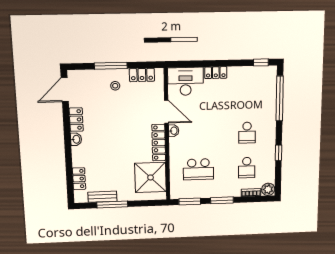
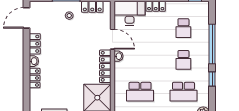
school desk: (247, 97) -> (183, 28), added
window: (280, 99) -> (212, 44), moved
school desk: (247, 168) -> (183, 92), width x1.85
locker: (79, 179) -> (35, 78), moved

